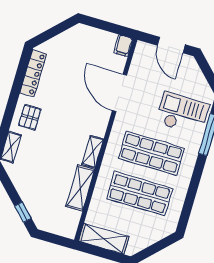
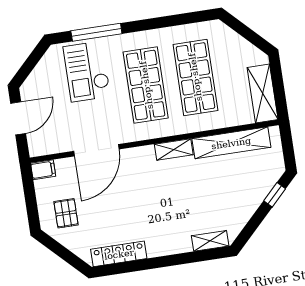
pallet: (30, 117) -> (66, 213), moved, turned 90
shelving: (80, 188) -> (231, 143), width x1.47

